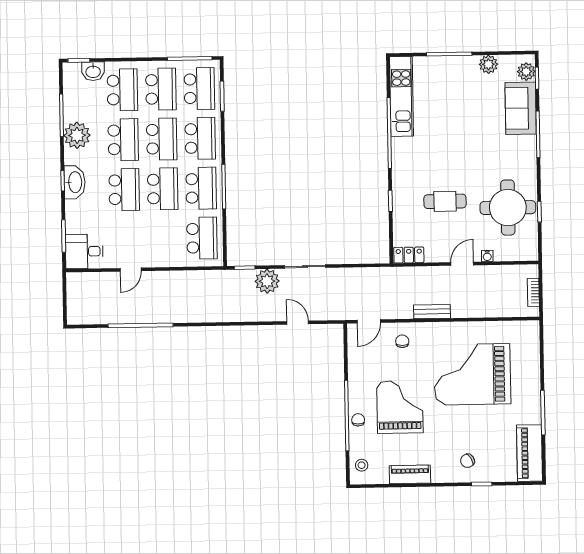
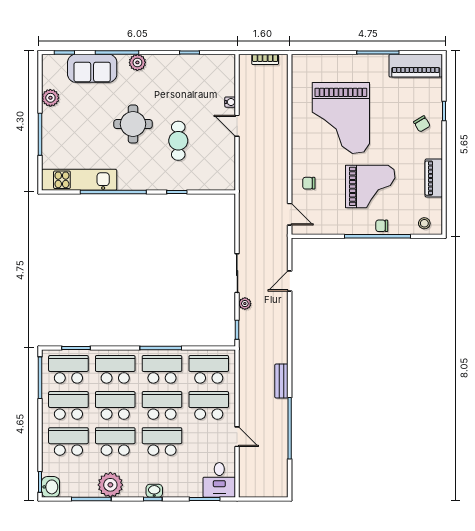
washbasin: (93, 71) -> (51, 487), moved
plant: (526, 72) -> (137, 62), moved
washbasin: (75, 182) -> (154, 491), width x0.52, depth x0.69
round table: (508, 208) -> (133, 124), moved, width x0.73, depth x0.73
school desk: (163, 239) -> (209, 405), added
locker: (409, 255) -> (228, 176), removed
plant: (267, 281) -> (245, 304), width x0.53, depth x0.53
bench: (432, 312) -> (281, 381), moved
grand piano: (400, 407) -> (370, 186), turned 180

